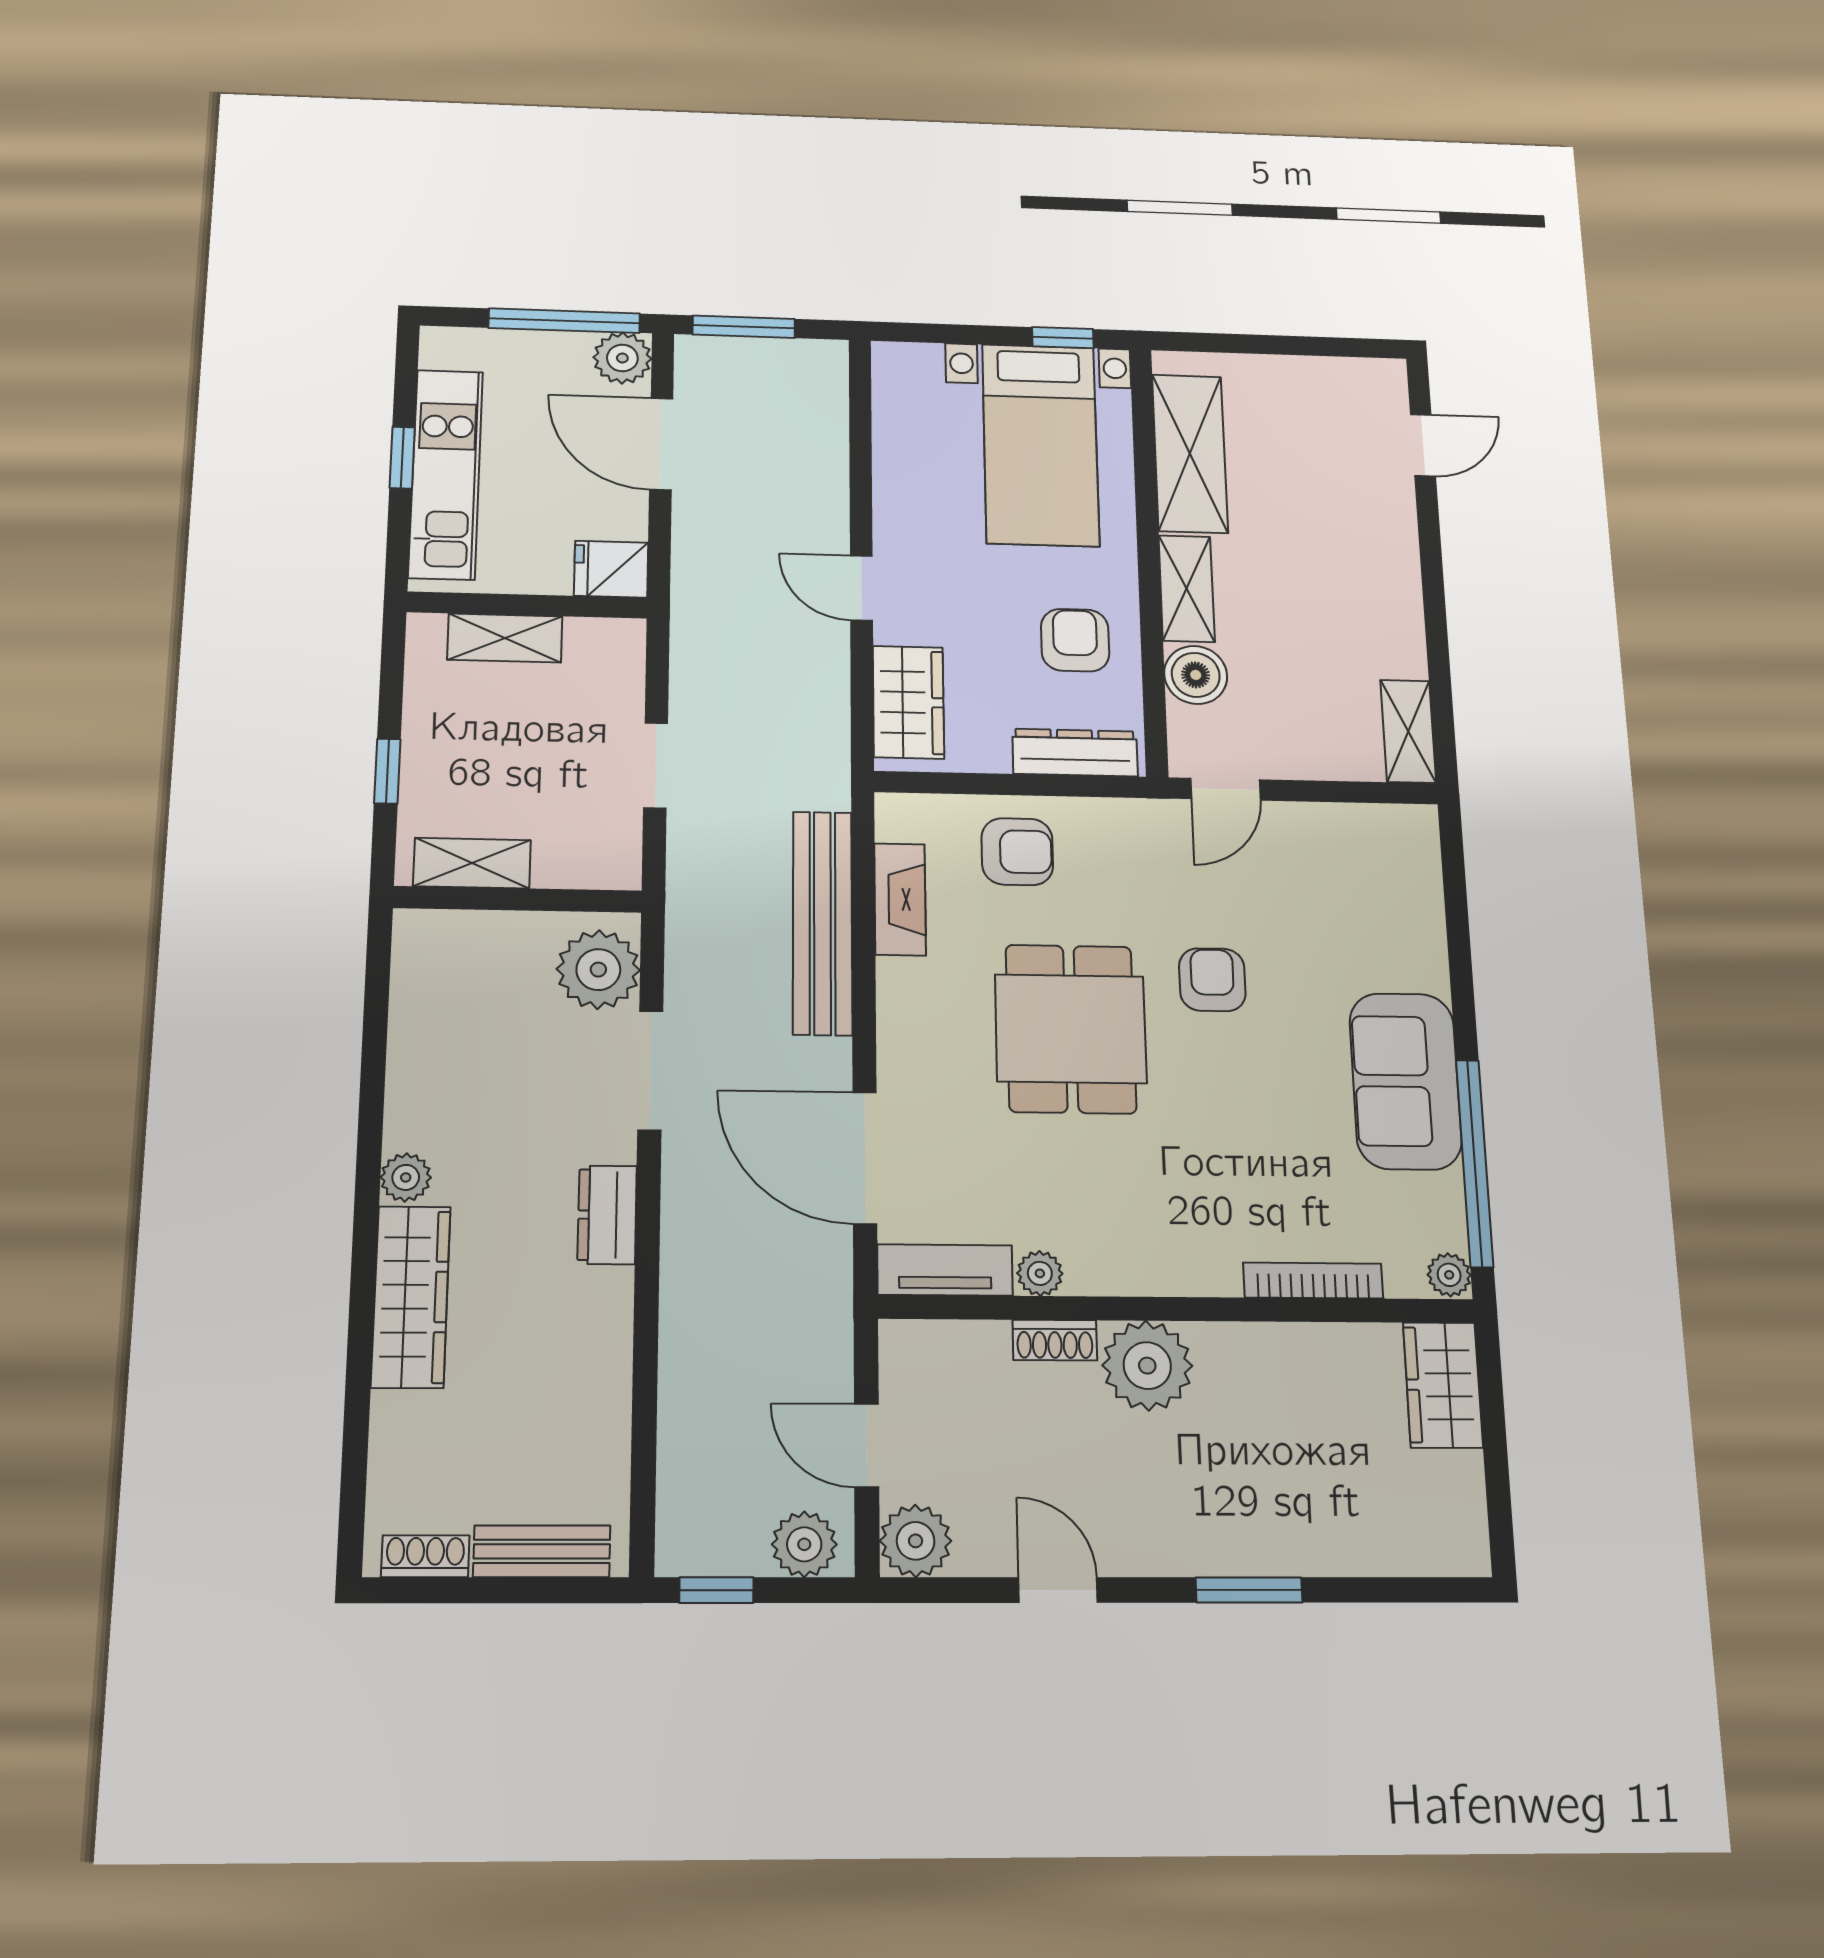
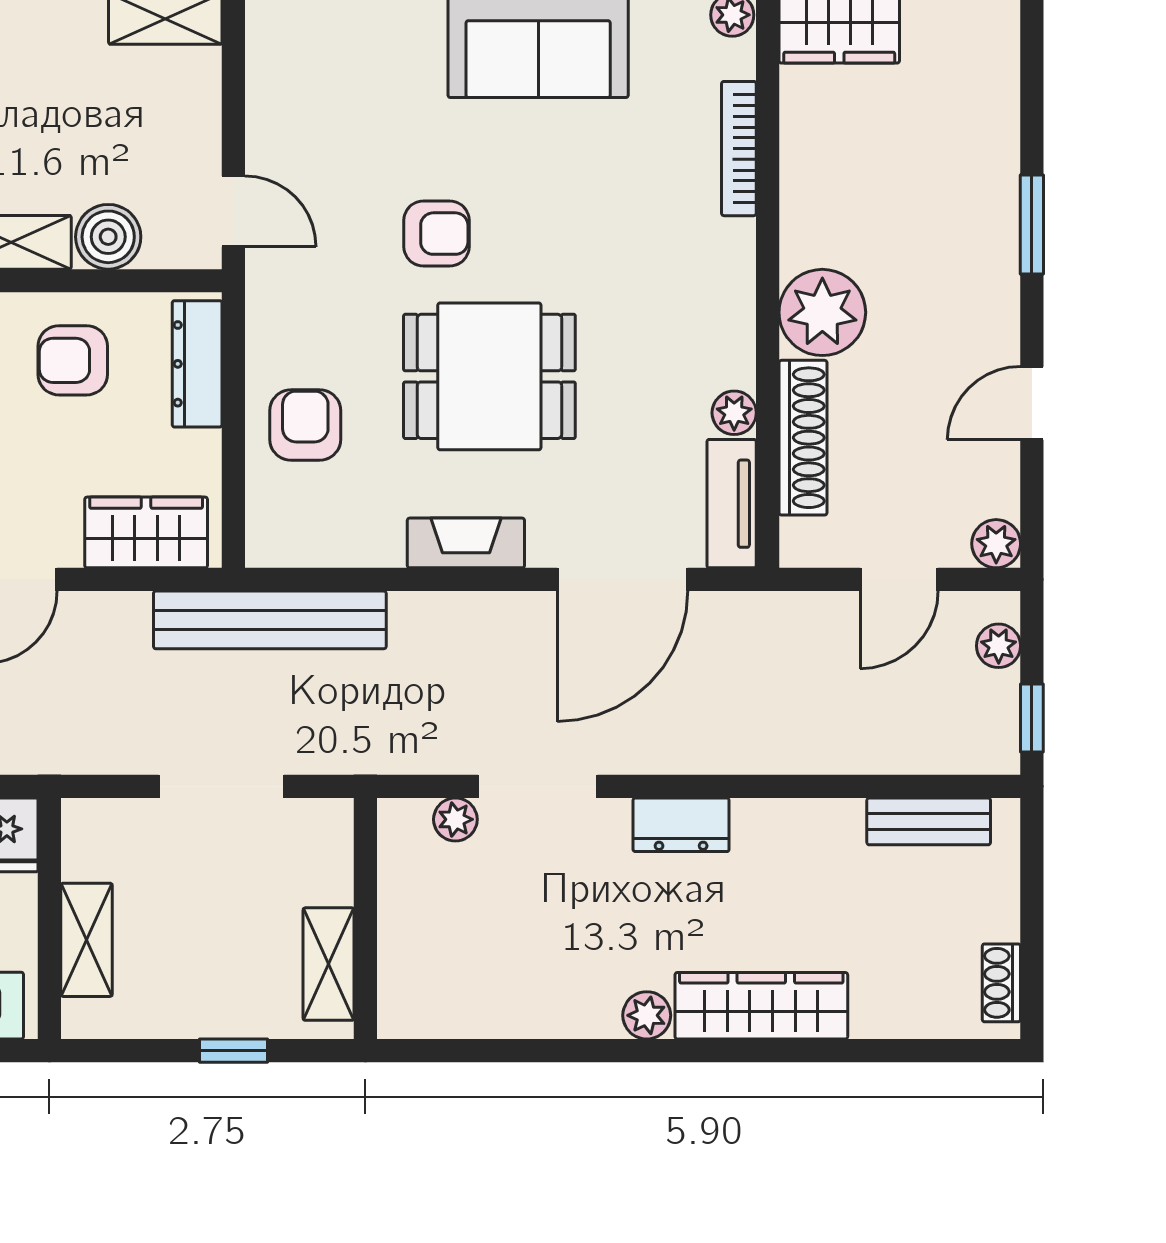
doorway: (656, 766) -> (221, 786), width x1.38
fireplace: (900, 899) -> (466, 543), moved
bench: (822, 922) -> (270, 620), moved
plant: (598, 970) -> (455, 819), width x0.53, depth x0.53
armchair: (1212, 980) -> (436, 234), turned 180
shoe rack: (1055, 1340) -> (803, 438), width x1.94, depth x1.24
plant: (916, 1541) -> (996, 544), width x0.73, depth x0.73
plant: (804, 1544) -> (999, 646), width x0.73, depth x0.73
bench: (542, 1551) -> (929, 821), moved, turned 90

